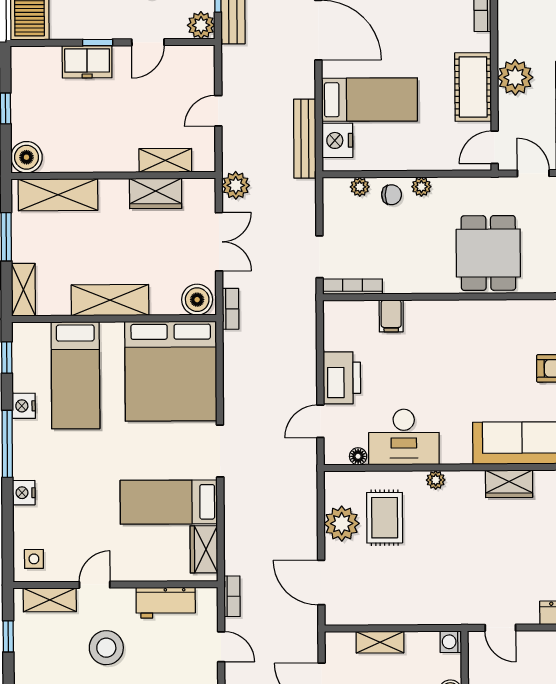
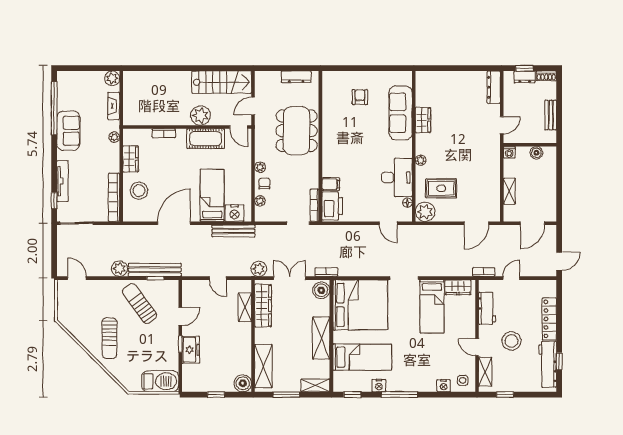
plant: (201, 25) -> (171, 287), removed
door: (148, 42) -> (180, 316), hinge flipped
wardrobe: (156, 193) -> (263, 306), width x1.50
dining table: (488, 253) -> (297, 131), width x1.38
printer: (342, 378) -> (332, 206), moved, turned 90
nightstand: (24, 493) -> (444, 386), moved
plant: (342, 524) -> (425, 212), moved

